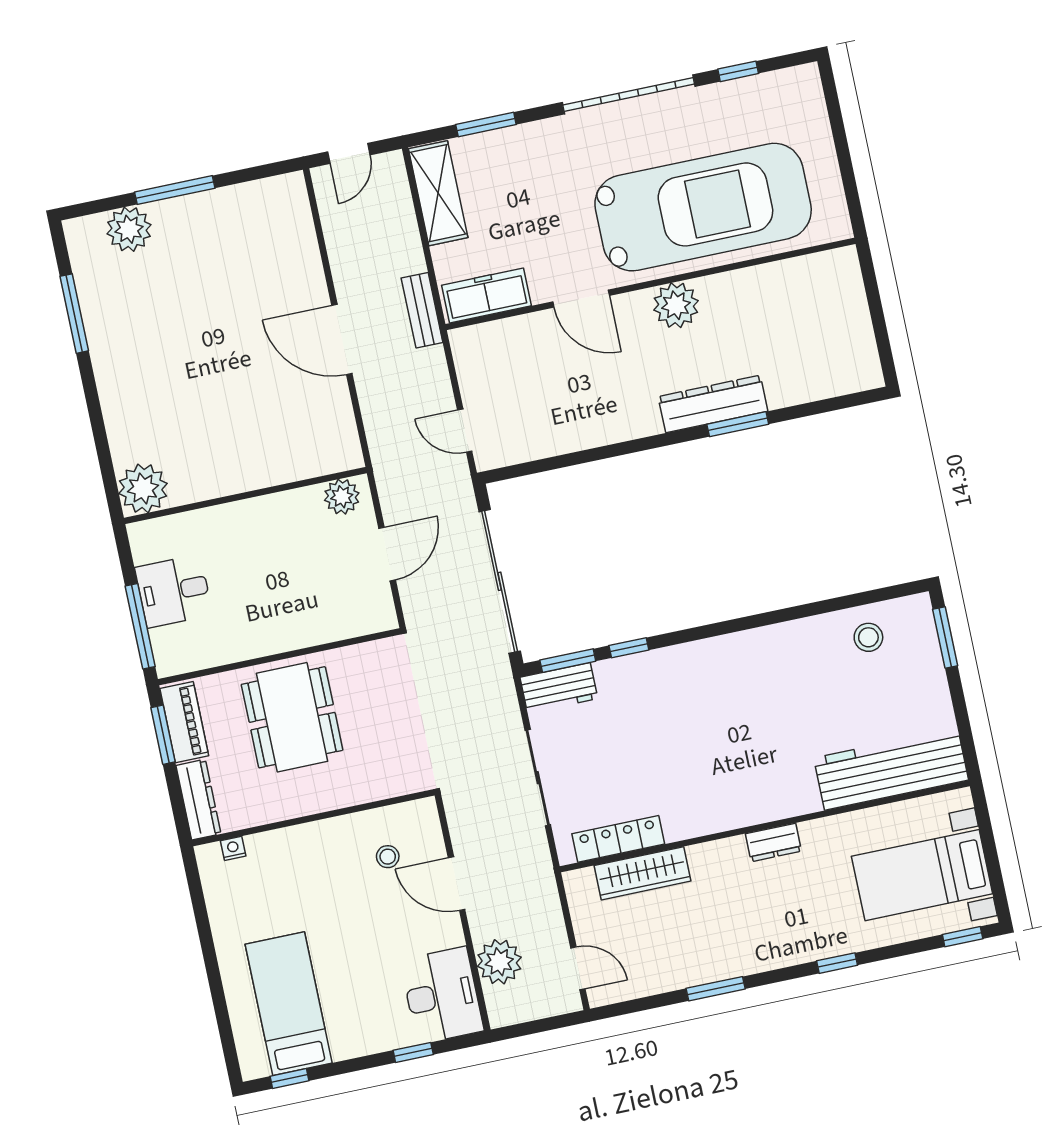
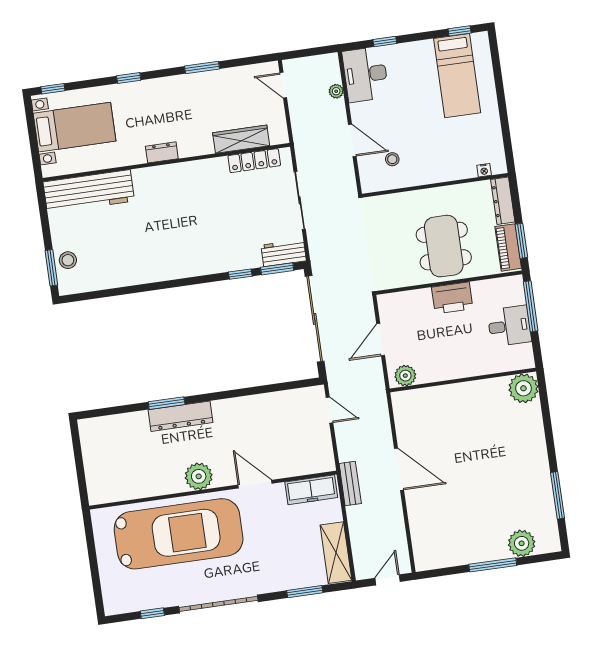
car: (703, 207) -> (179, 534), turned 180
printer: (272, 632) -> (452, 298), added
stool: (868, 637) -> (68, 260), moved
plant: (499, 962) -> (336, 91), width x0.53, depth x0.53

